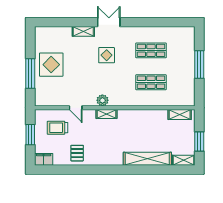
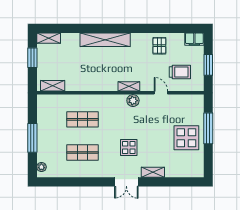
plant: (190, 37) -> (41, 167), added
shelving: (147, 159) -> (105, 40), moved

